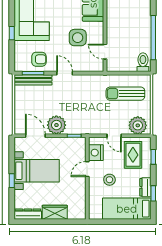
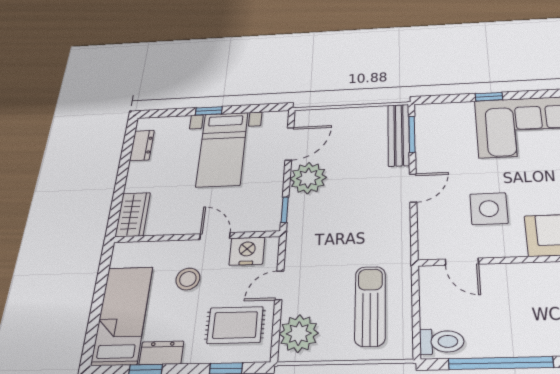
door: (105, 52) -> (462, 262), swing flipped
armchair: (39, 59) -> (440, 143), removed
wardrobe: (55, 212) -> (133, 215), moved
dresser: (28, 214) -> (142, 145), width x0.70

